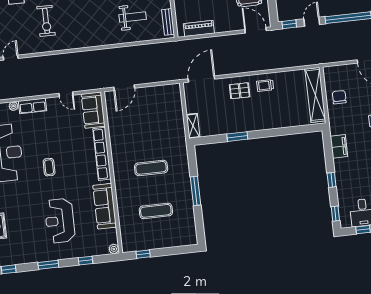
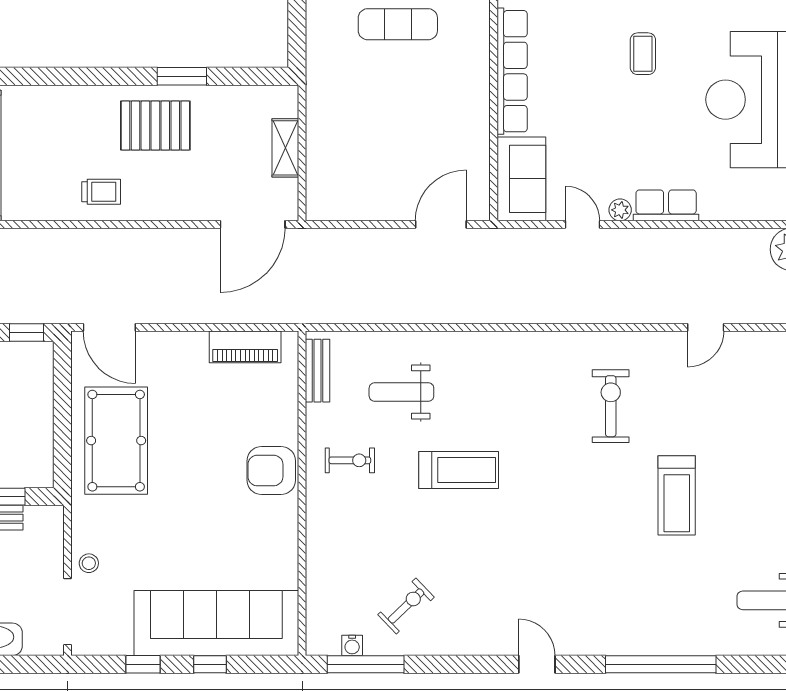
pallet: (240, 91) -> (155, 126), moved, width x1.50, depth x1.42
plant: (13, 106) -> (620, 210), moved
shelving: (193, 126) -> (285, 148), moved

